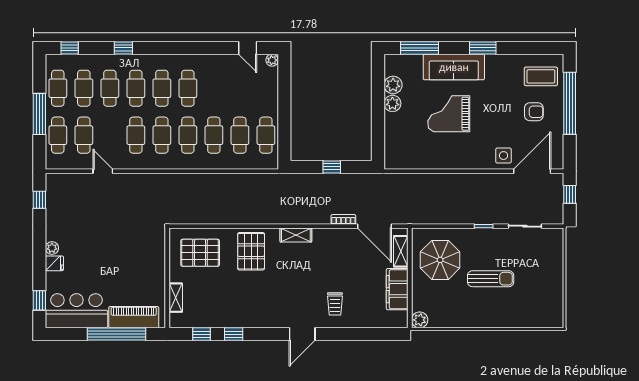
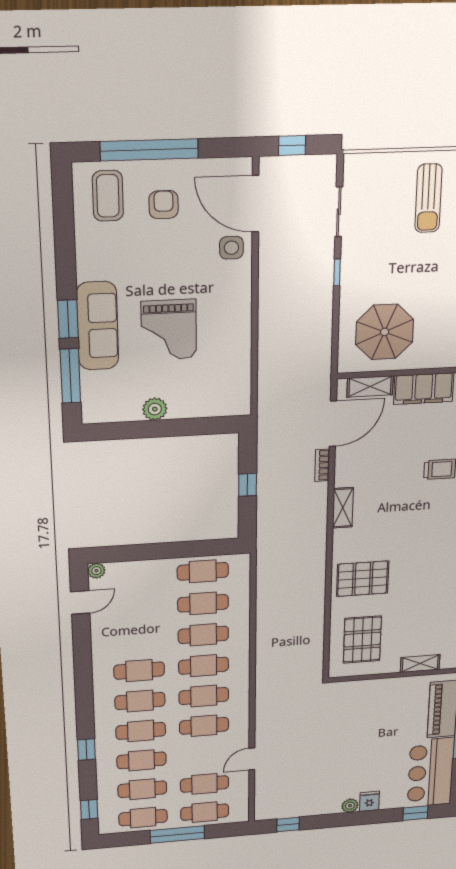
window: (483, 48) -> (68, 319), moved
plant: (393, 85) -> (127, 410), removed
shelving: (296, 235) -> (343, 508), moved
sun lounger: (491, 279) -> (428, 198), moved, turned 180

